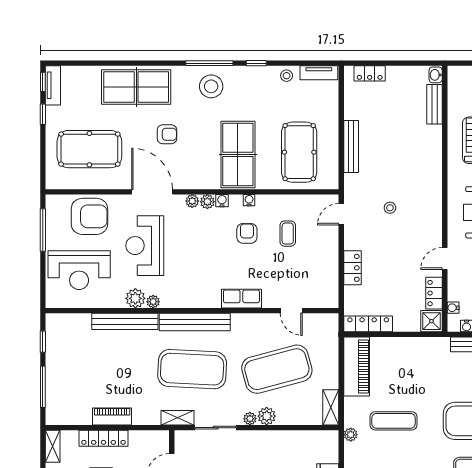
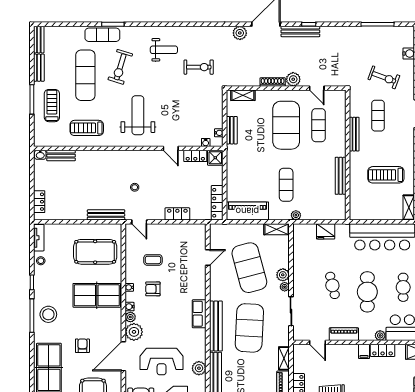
bench: (351, 147) -> (106, 215), moved
plant: (192, 201) -> (134, 332), width x1.87, depth x1.87
row of seats: (241, 299) -> (199, 314), moved
plant: (153, 302) -> (201, 356), removed
shelving: (178, 418) -> (284, 358), moved

